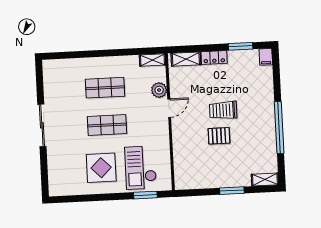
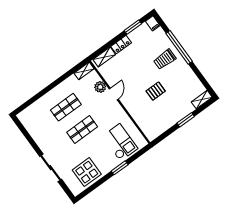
trolley: (223, 110) -> (165, 59), moved
sliding door: (42, 125) -> (51, 168), moved
window: (279, 127) -> (179, 47), moved
display table: (101, 168) -> (87, 172), moved
checkout: (141, 168) -> (120, 142), turned 180
window: (145, 195) -> (120, 168), moved

